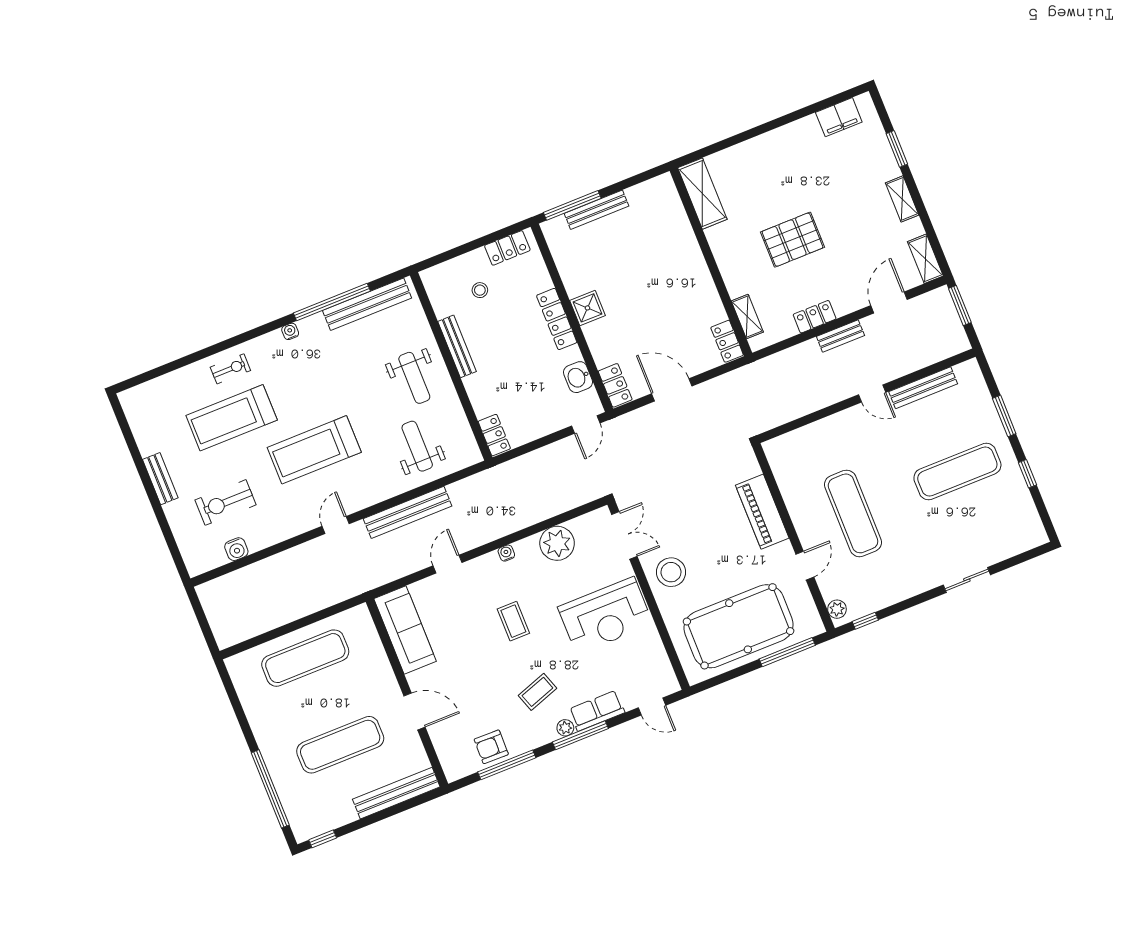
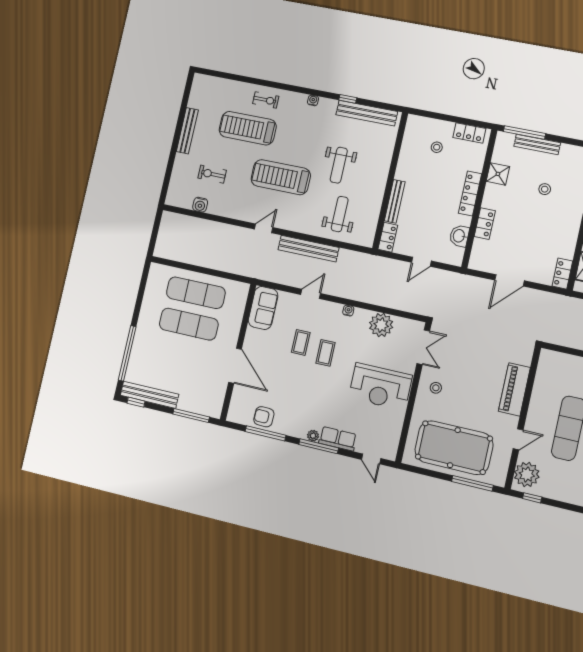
stool: (641, 256) -> (545, 189), added
window: (332, 302) -> (348, 99), width x0.32
shower: (587, 308) -> (498, 174), moved
bench: (457, 346) -> (395, 201), moved
weight bench: (414, 378) -> (339, 165), moved
locker: (615, 385) -> (485, 224), moved
door: (672, 390) -> (510, 280), swing flipped
door: (586, 424) -> (421, 262), moved
bench: (160, 479) -> (187, 131), width x1.36
exercise bike: (226, 502) -> (212, 174), width x0.73, depth x0.72
stool: (671, 572) -> (436, 388), width x0.53, depth x0.53
plant: (837, 609) -> (527, 474), width x1.88, depth x1.88
sofa: (405, 630) -> (263, 308), width x0.73
coffee table: (537, 692) -> (301, 342), moved, turned -71
door: (414, 711) -> (235, 366), width x1.36
exercise mat: (340, 745) -> (189, 324), moved
bench: (396, 793) -> (149, 395), moved
window: (402, 807) -> (191, 416), added

